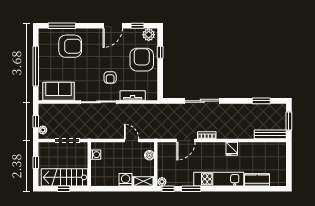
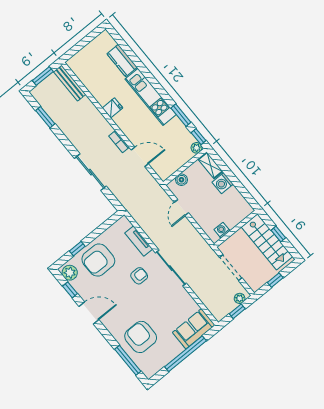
sofa: (58, 91) -> (194, 329), moved, turned 90

